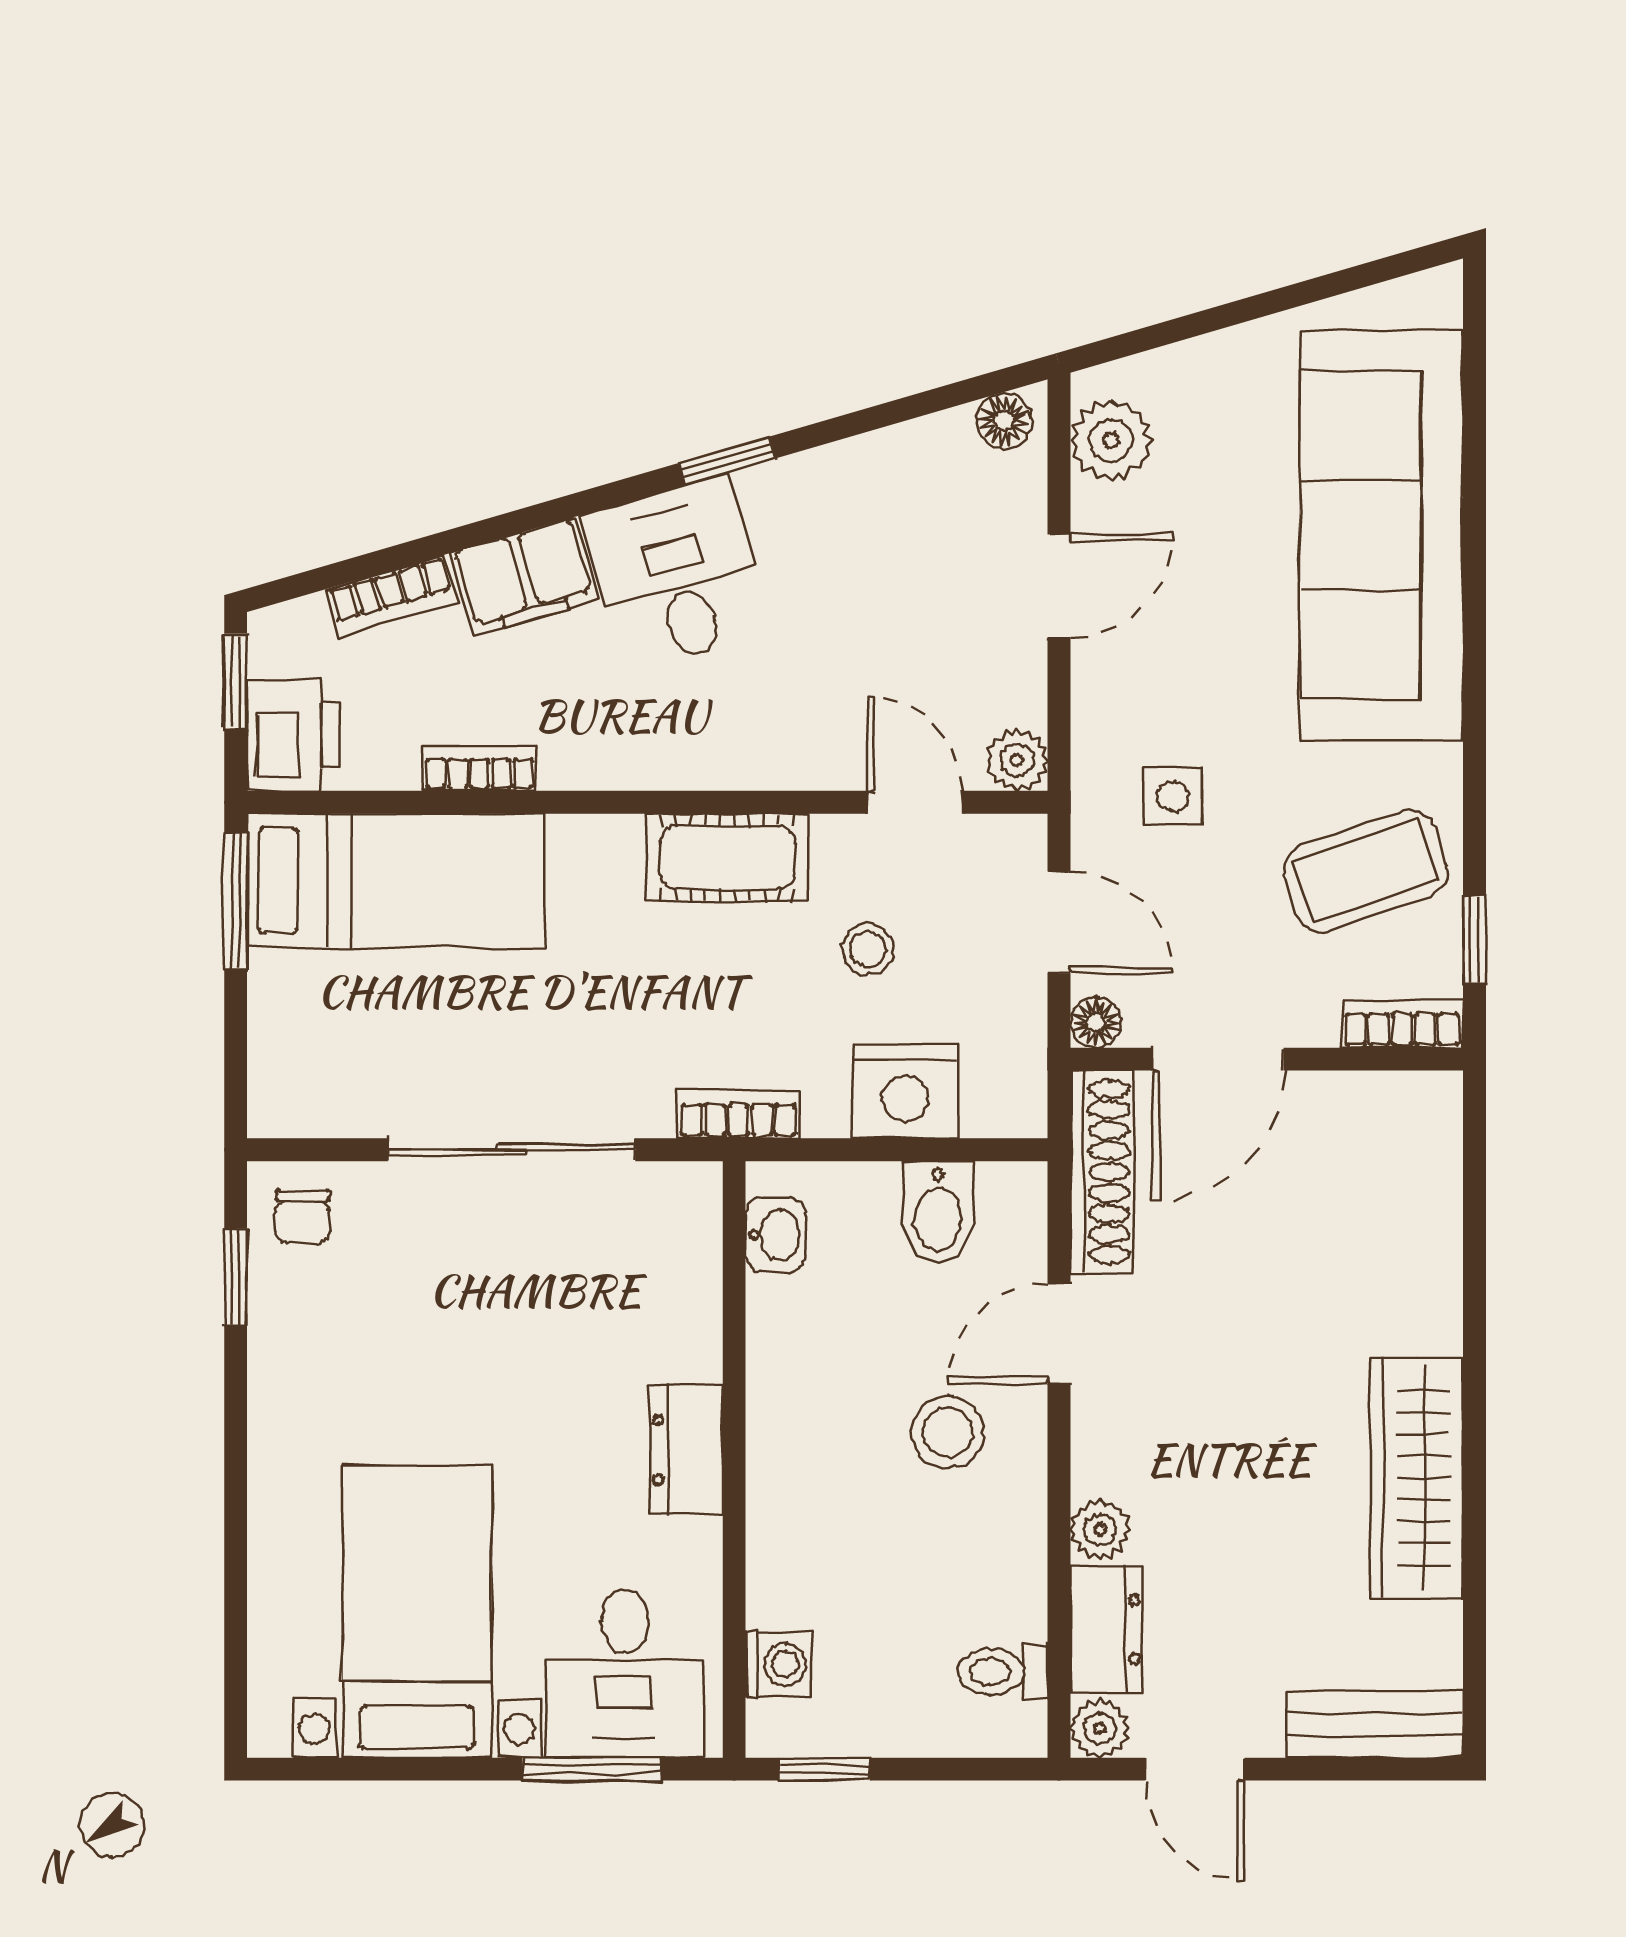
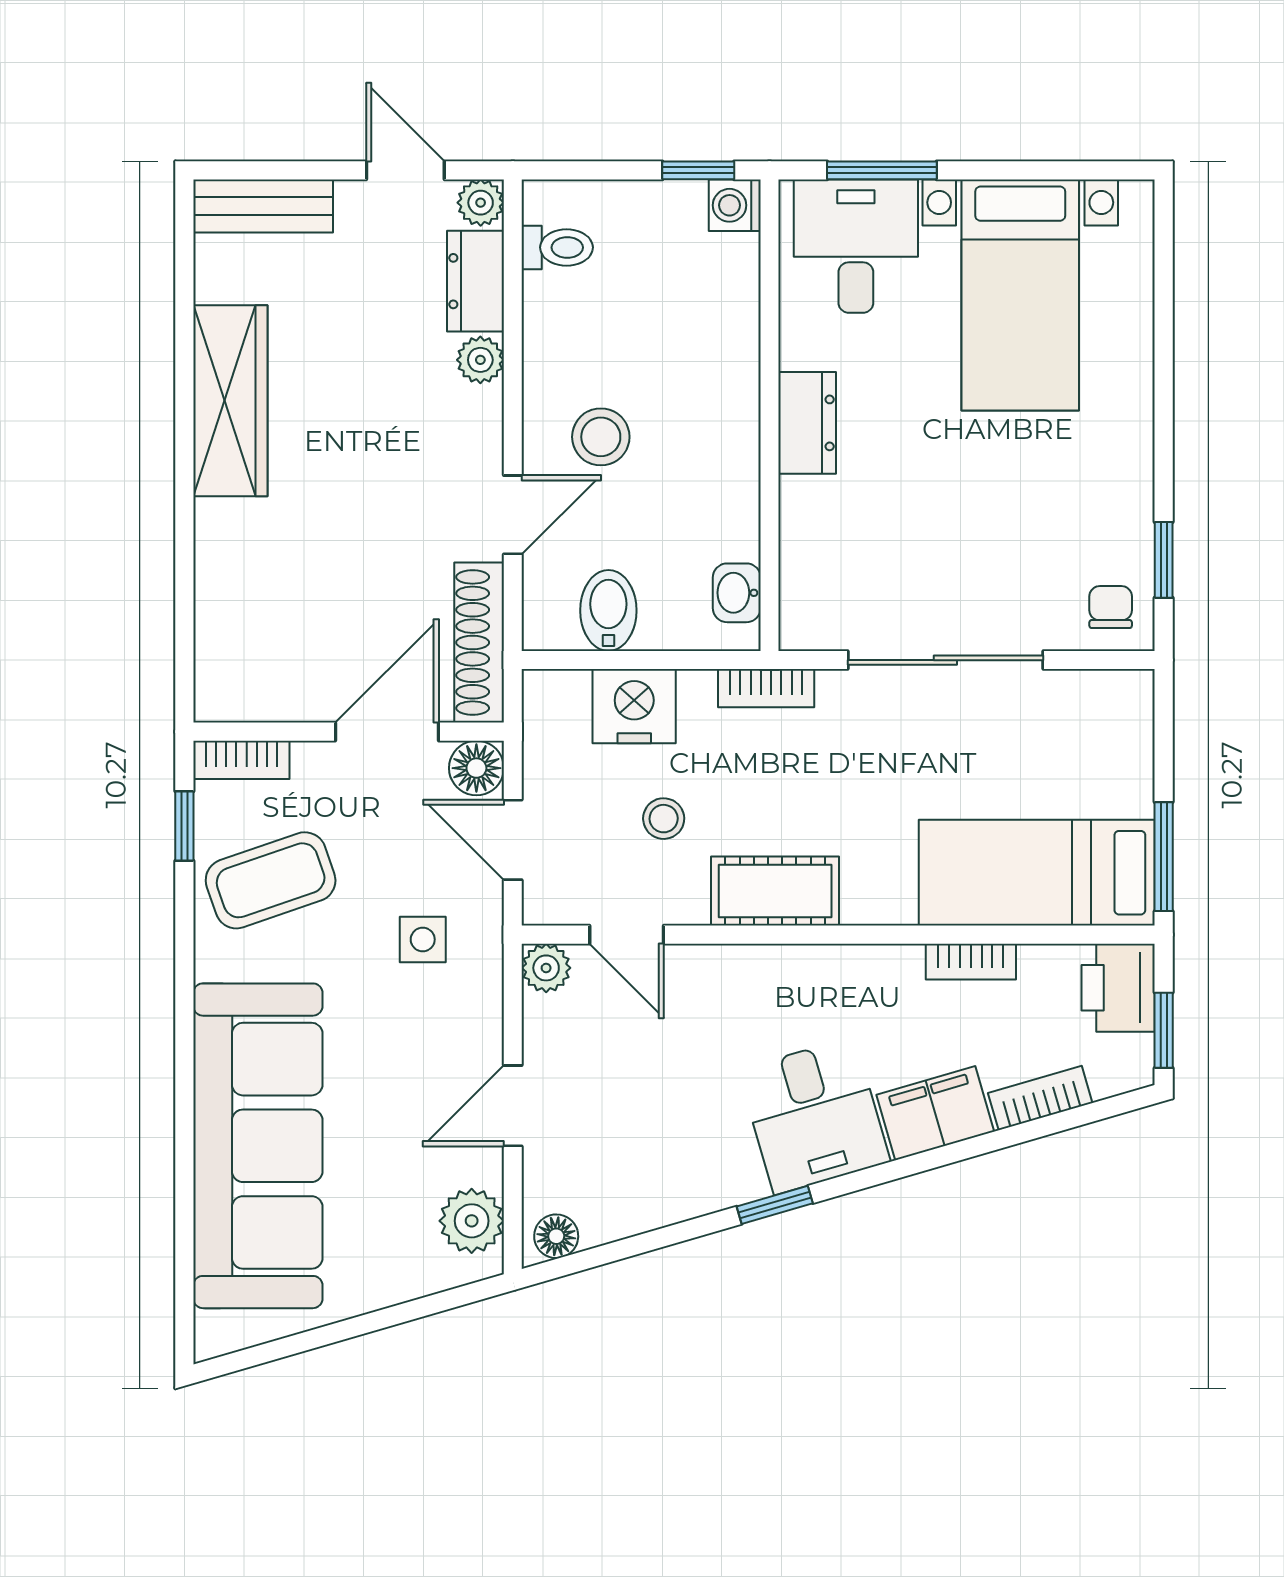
floor lamp: (1096, 1022) -> (476, 768), width x1.37, depth x1.37
washing machine: (778, 1664) -> (735, 205), moved

